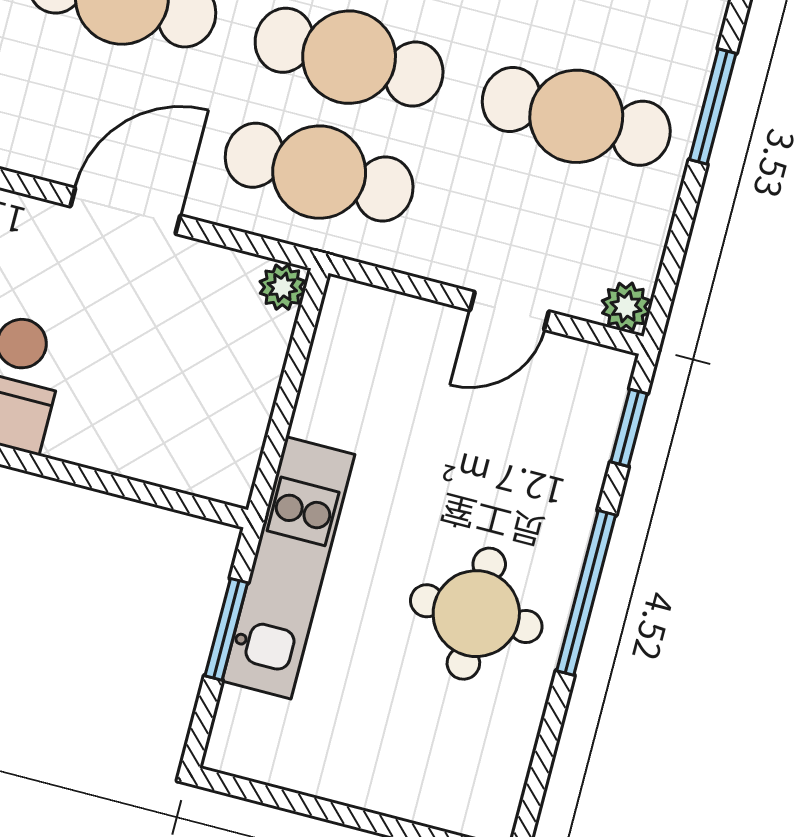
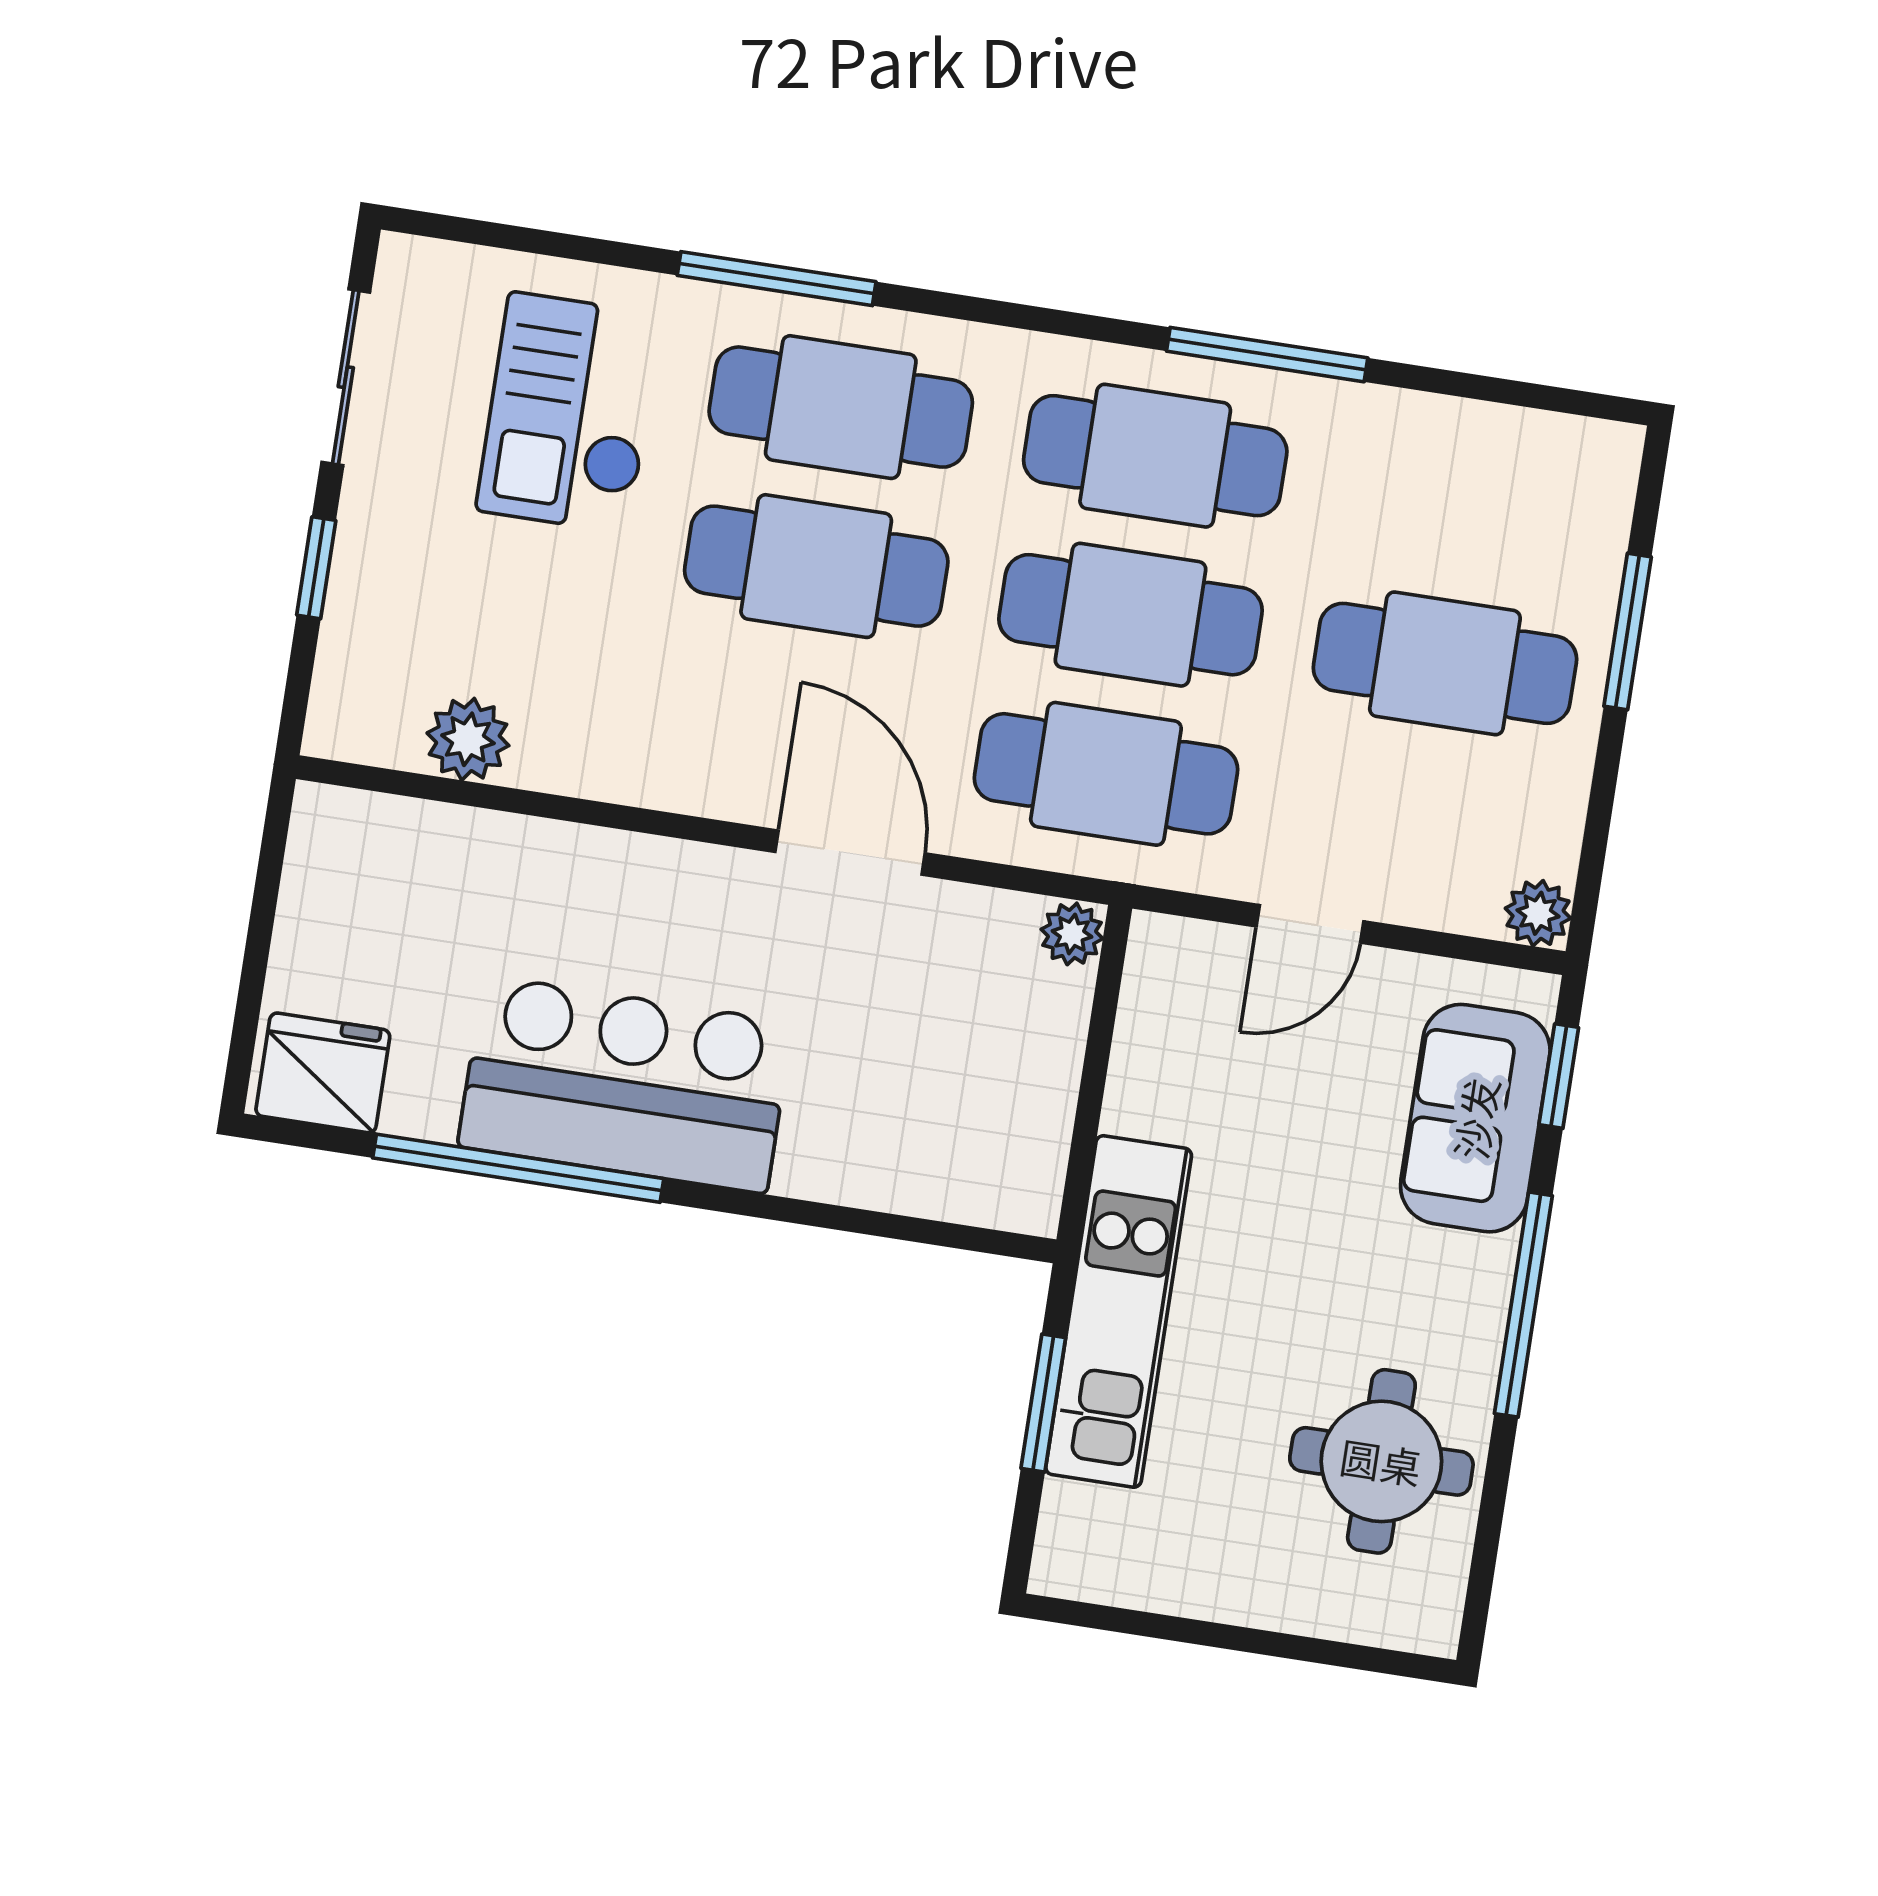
door: (125, 211) -> (850, 853), hinge flipped
door: (509, 311) -> (1310, 924), moved
sofa: (565, 452) -> (1475, 1118), added
round table: (476, 614) -> (1381, 1461), moved

